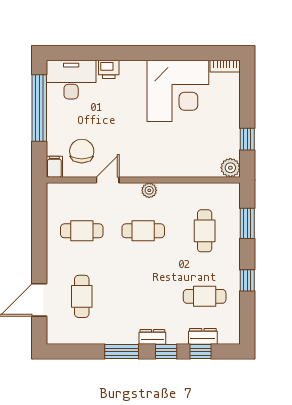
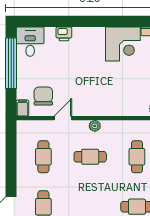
desk: (71, 80) -> (30, 42), width x0.73
corner desk: (178, 91) -> (123, 44), width x0.74, depth x0.74
cafe table: (82, 231) -> (43, 157), turned 90

